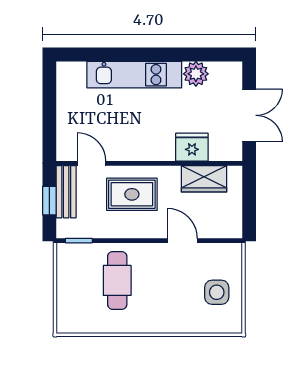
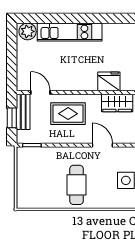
plant: (196, 74) -> (28, 31), moved
cafe table: (117, 280) -> (77, 185), moved

